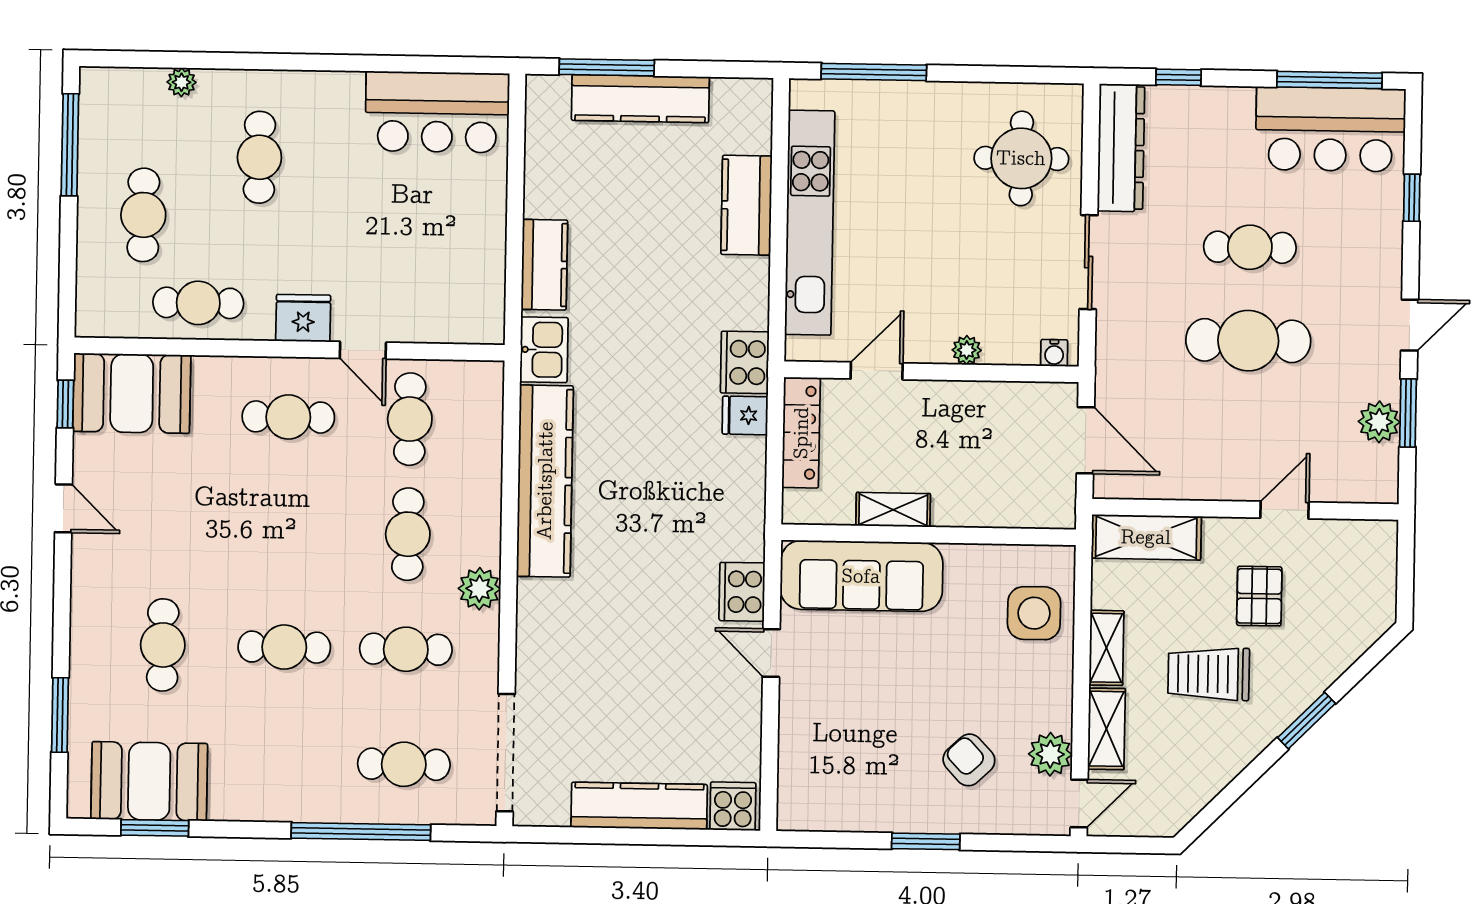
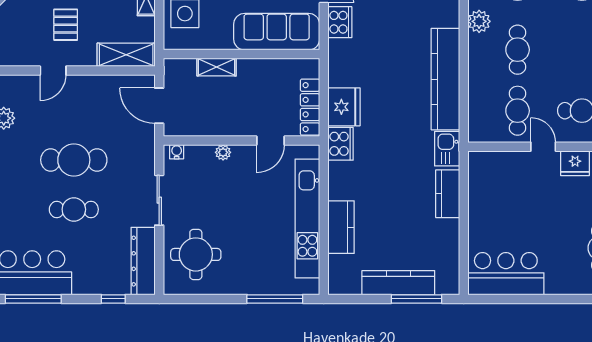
fridge: (745, 415) -> (344, 107), width x1.88, depth x1.34
shelving: (893, 510) -> (217, 67), moved

